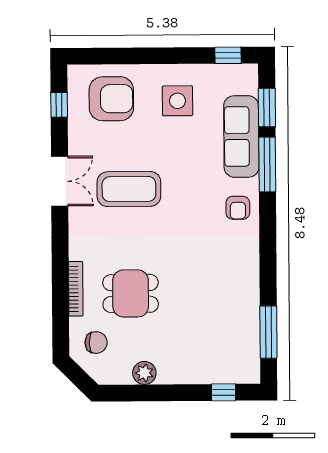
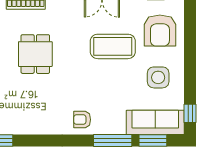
sofa: (241, 136) -> (155, 122), moved
coffee table: (129, 189) -> (113, 46), moved, turned 90
dining table: (131, 293) -> (35, 54), moved

